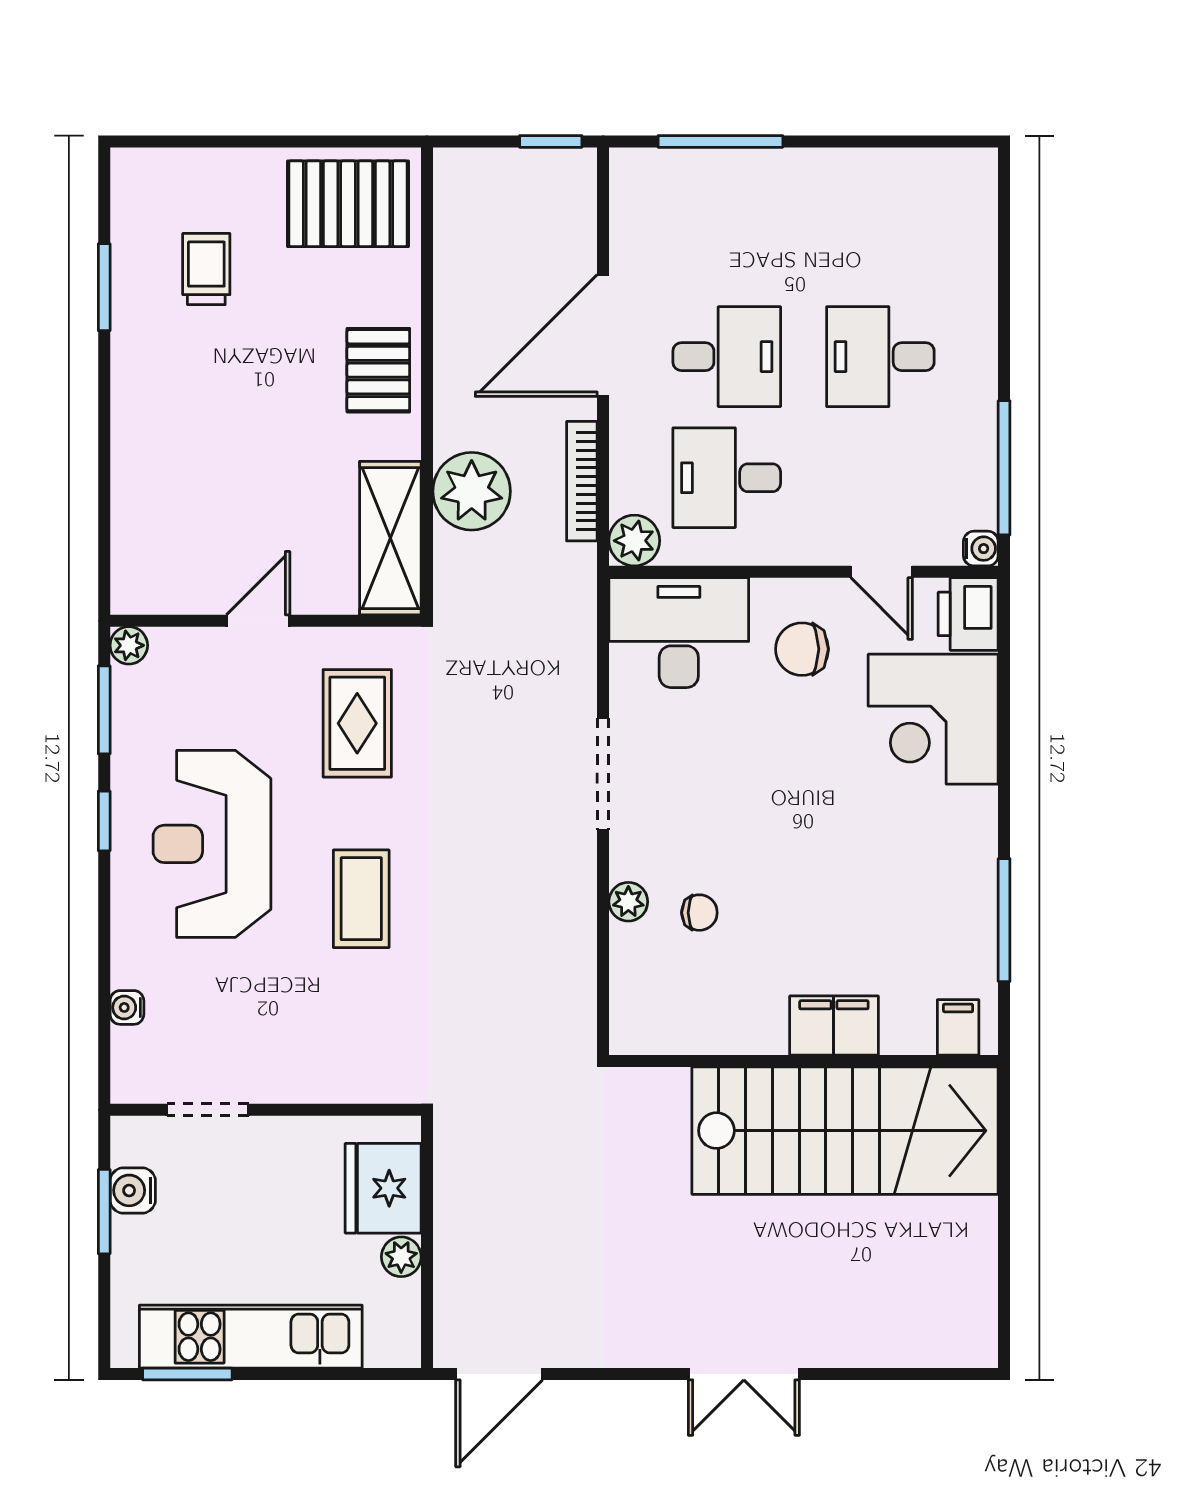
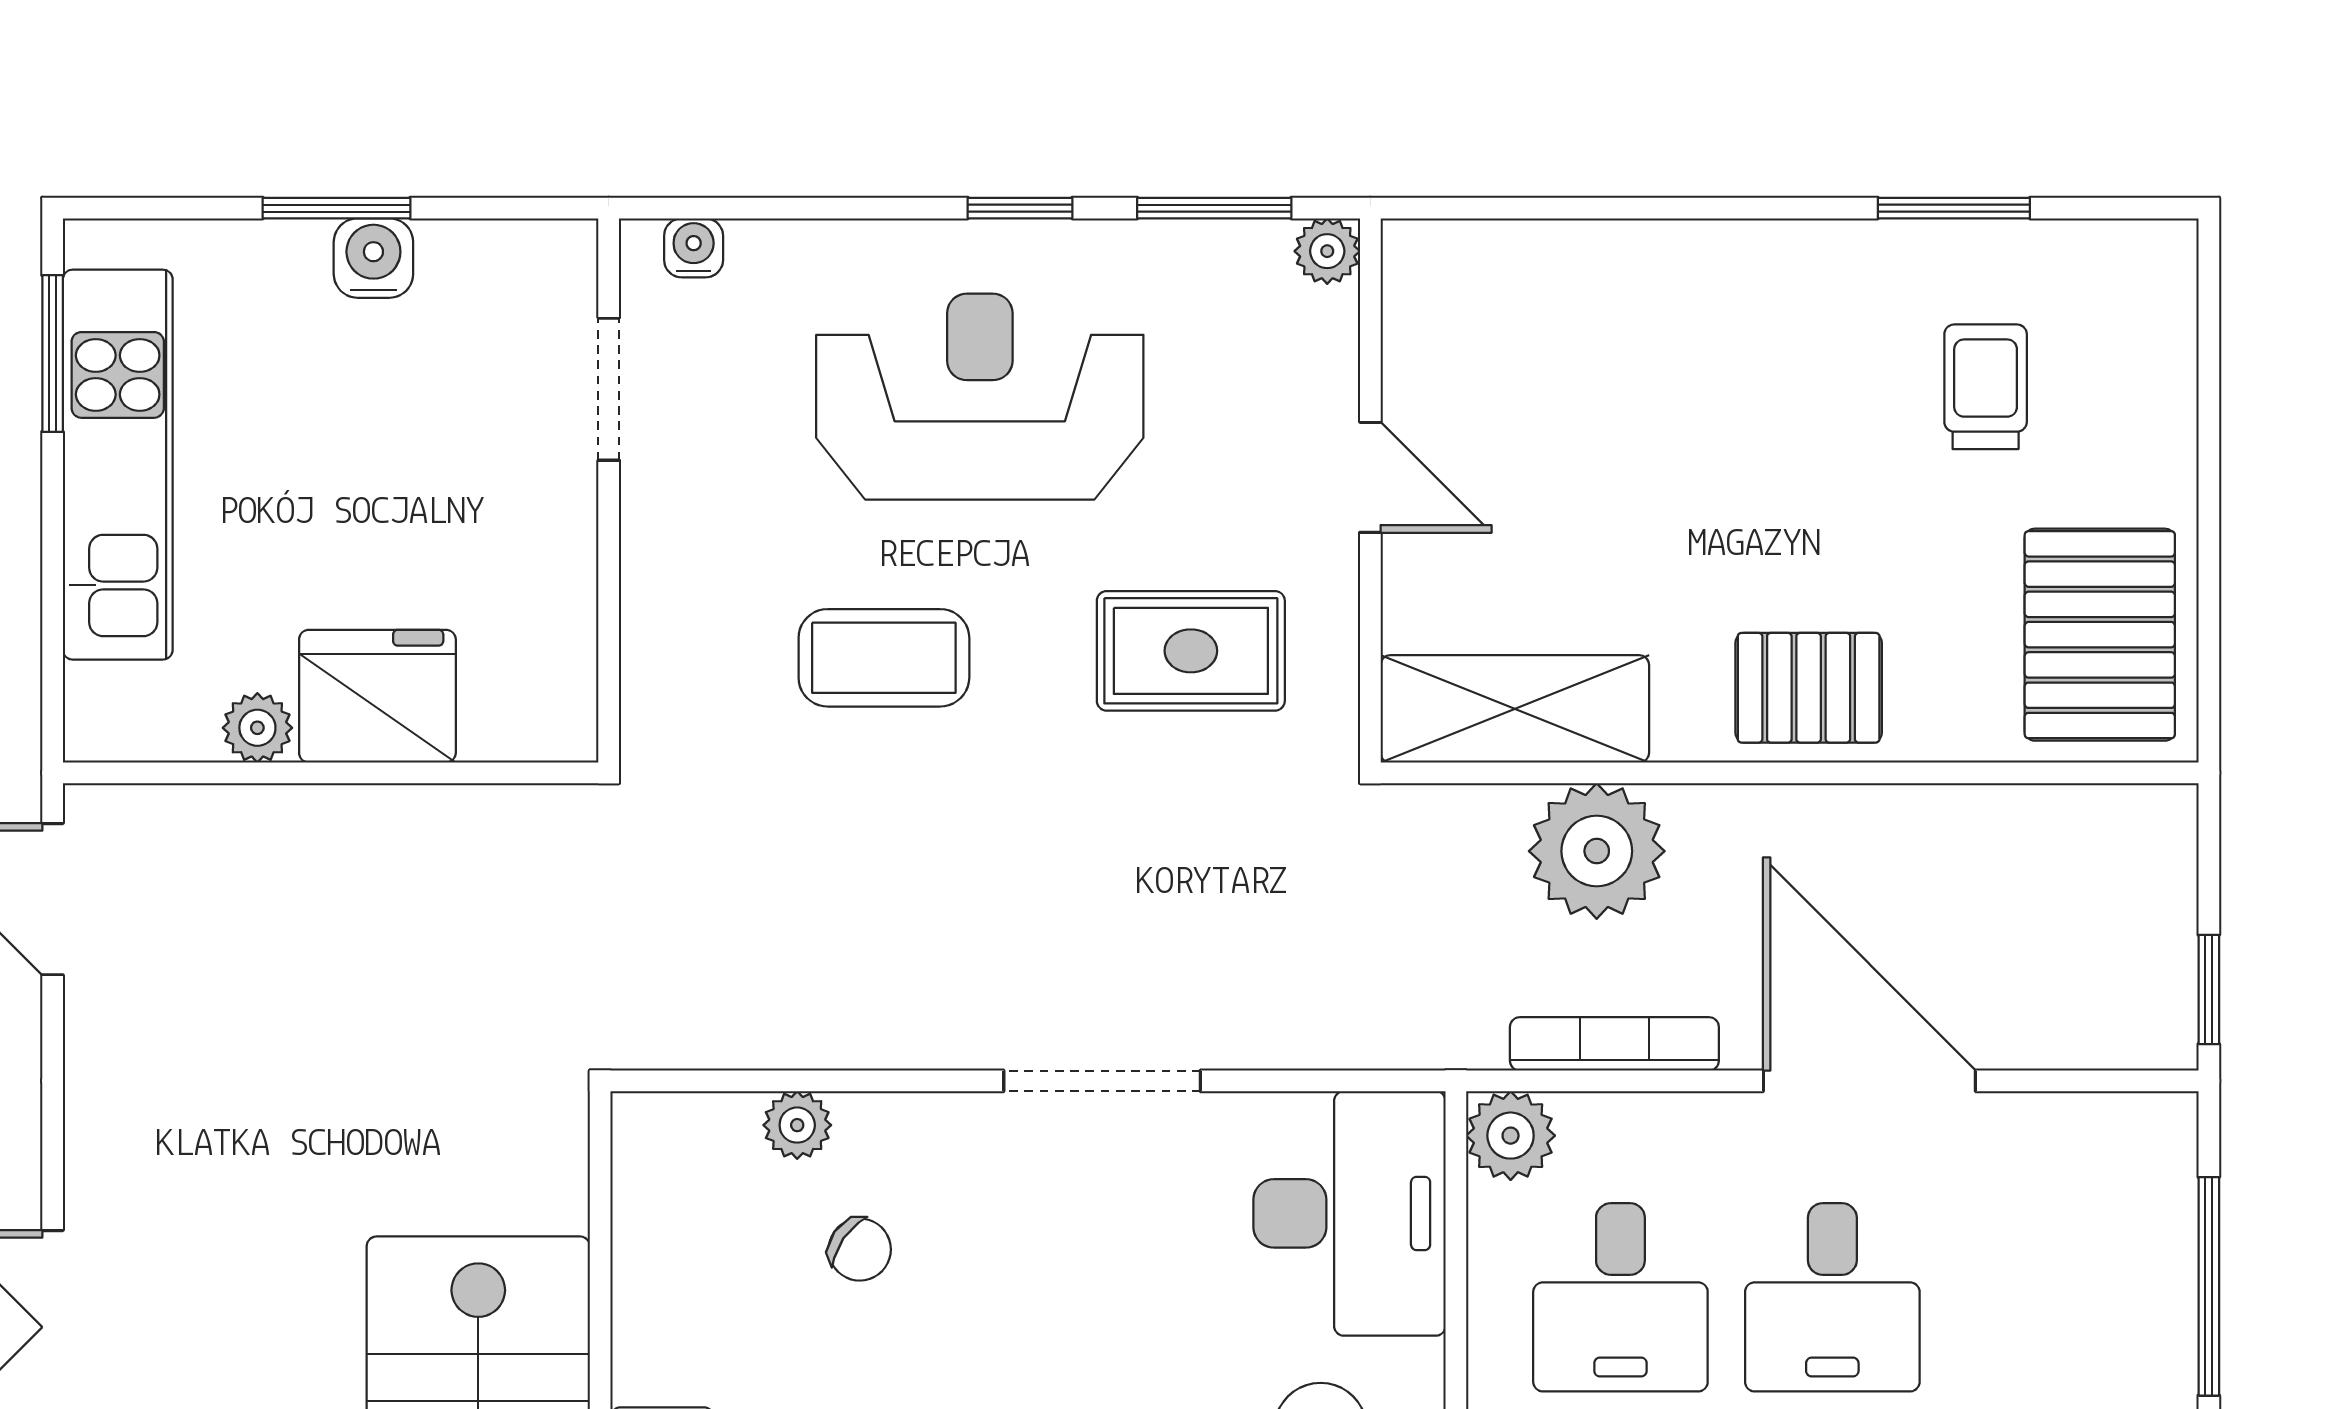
trolley: (206, 269) -> (1986, 387), turned -90
desk: (727, 478) -> (1620, 1297), turned 180
plant: (628, 902) -> (797, 1125), moved
chair: (699, 913) -> (860, 1250), turned -55
doorway: (208, 1110) -> (609, 389), moved
wall: (266, 1110) -> (609, 490), moved

